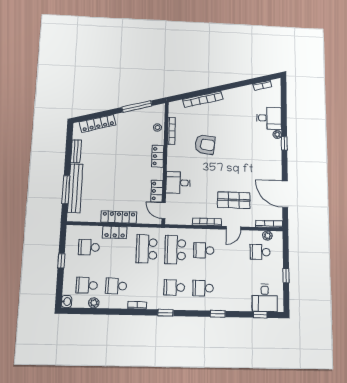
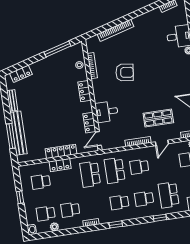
locker: (98, 123) -> (21, 74), width x0.66
door: (164, 211) -> (98, 139), hinge flipped
school desk: (232, 289) -> (169, 195), added

